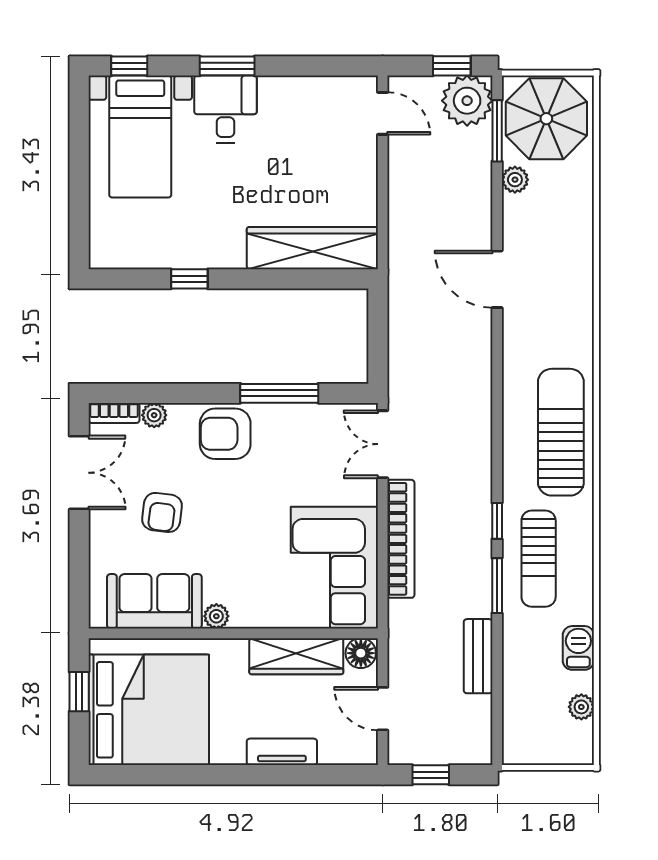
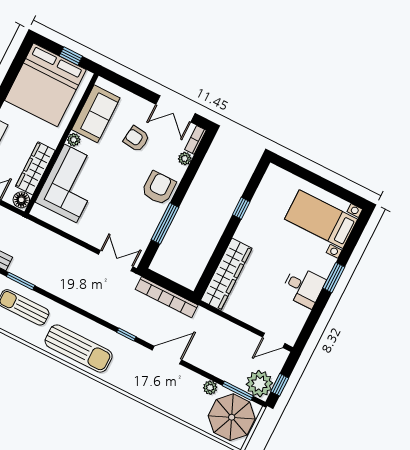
window: (129, 66) -> (357, 231), removed
desk: (226, 109) -> (303, 287), moved
window: (497, 521) -> (126, 334), moved
bookcase: (401, 539) -> (167, 297), moved
corner sofa: (334, 568) -> (70, 183), moved, turned 90

